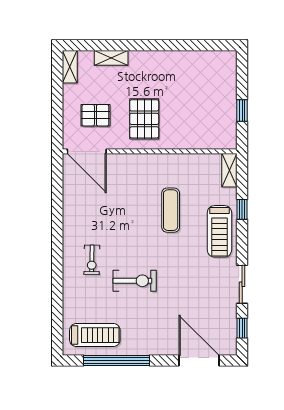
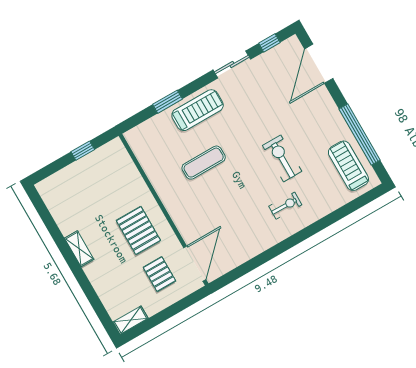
shelving: (111, 58) -> (79, 249), moved
pallet: (144, 119) -> (138, 230), turned 90
shelving: (229, 170) -> (140, 132), removed
window: (242, 209) -> (168, 102), width x1.50

